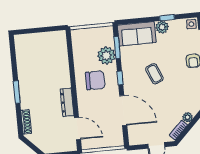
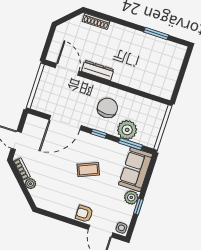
chair: (95, 80) -> (107, 108), turned 180
window: (17, 92) -> (156, 33), moved
door: (77, 129) -> (67, 69), swing flipped

